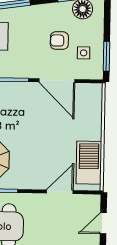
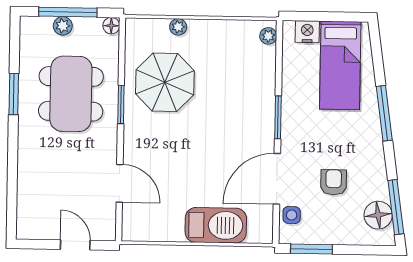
side table: (84, 53) -> (292, 215), moved
barbecue: (89, 163) -> (216, 225), moved

